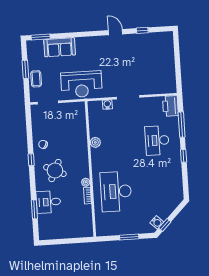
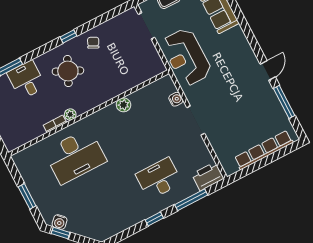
window: (142, 30) -> (284, 102), width x2.17
row of seats: (169, 59) -> (264, 150), added
desk: (116, 191) -> (75, 156), turned 180

